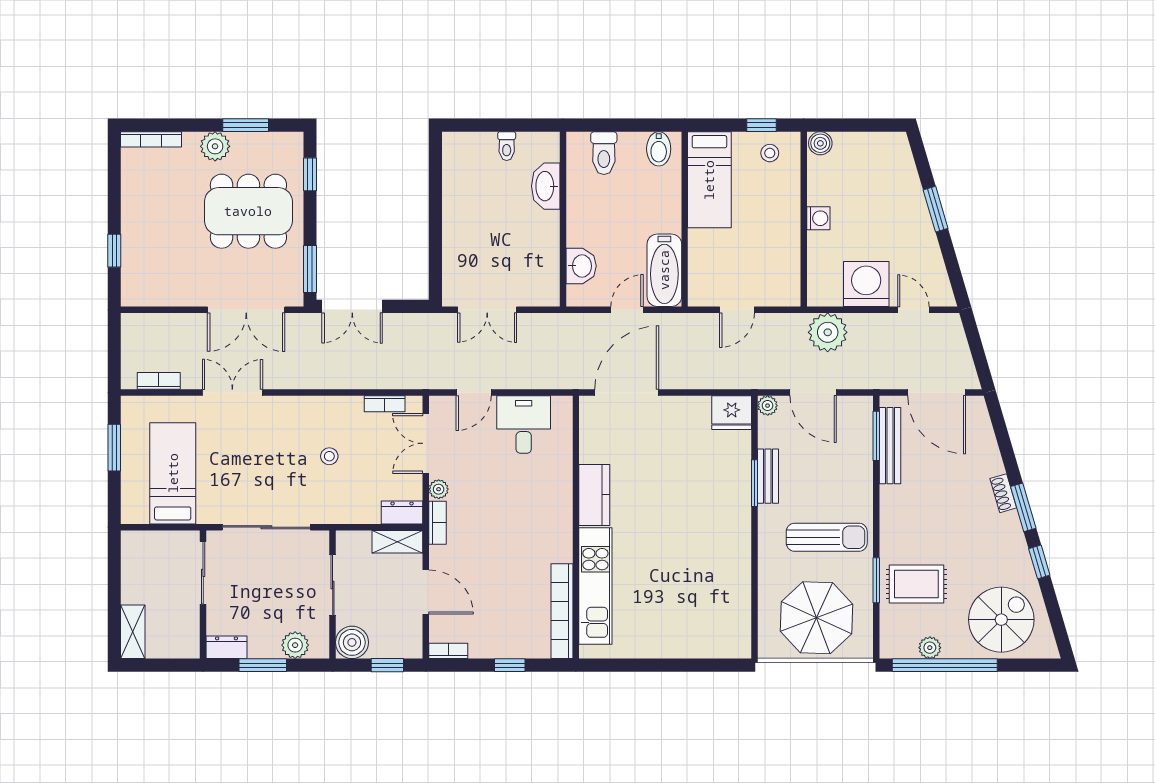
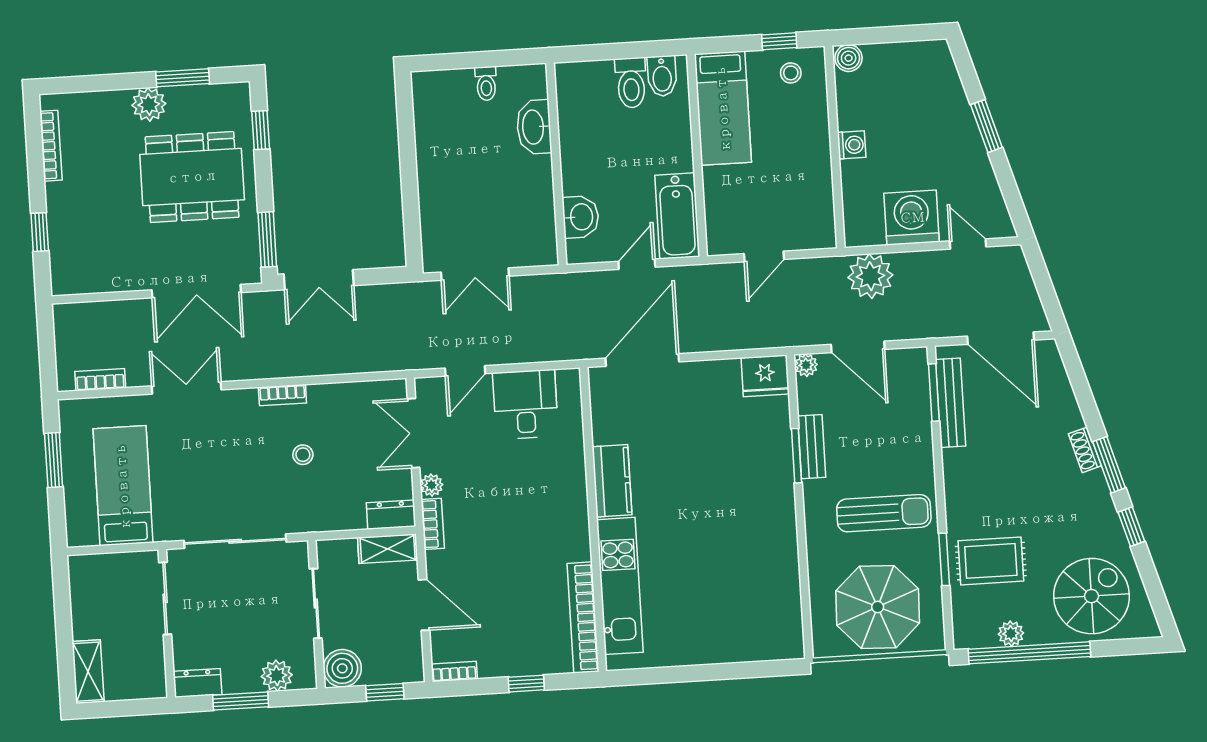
bookcase: (151, 139) -> (51, 146), moved, turned -90
toilet: (604, 153) -> (631, 83), moved
bookcase: (385, 404) -> (282, 395), moved

